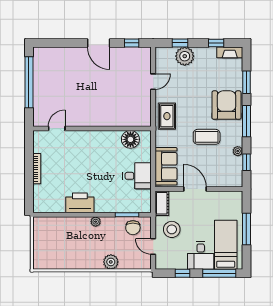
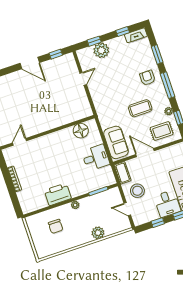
armchair: (227, 105) -> (147, 78), width x0.53, depth x0.53
rug: (167, 116) -> (162, 131), moved, turned 90
chair: (133, 228) -> (56, 226), moved

